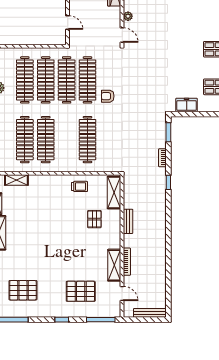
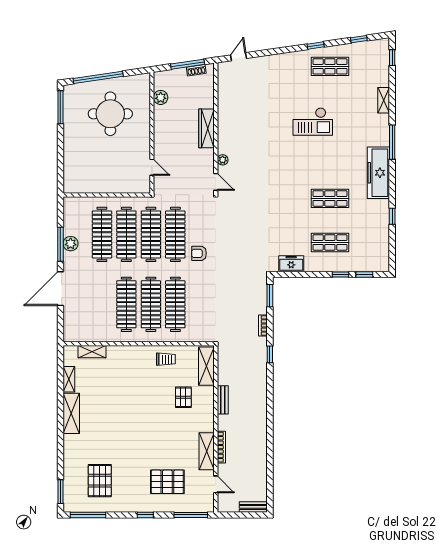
clothes rail: (25, 140) -> (151, 304), moved
pallet: (23, 290) -> (100, 481), turned 90
bench: (150, 313) -> (253, 507), width x0.73

